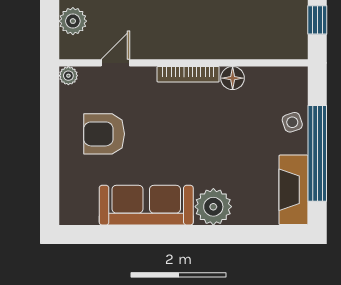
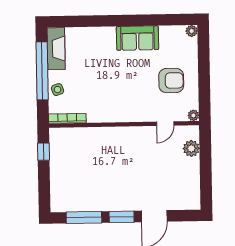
bookcase: (188, 74) -> (67, 118), moved
floor lamp: (233, 78) -> (94, 116), removed
sofa: (146, 205) -> (137, 38), width x0.73
plant: (213, 207) -> (192, 31), moved, width x0.53, depth x0.53

